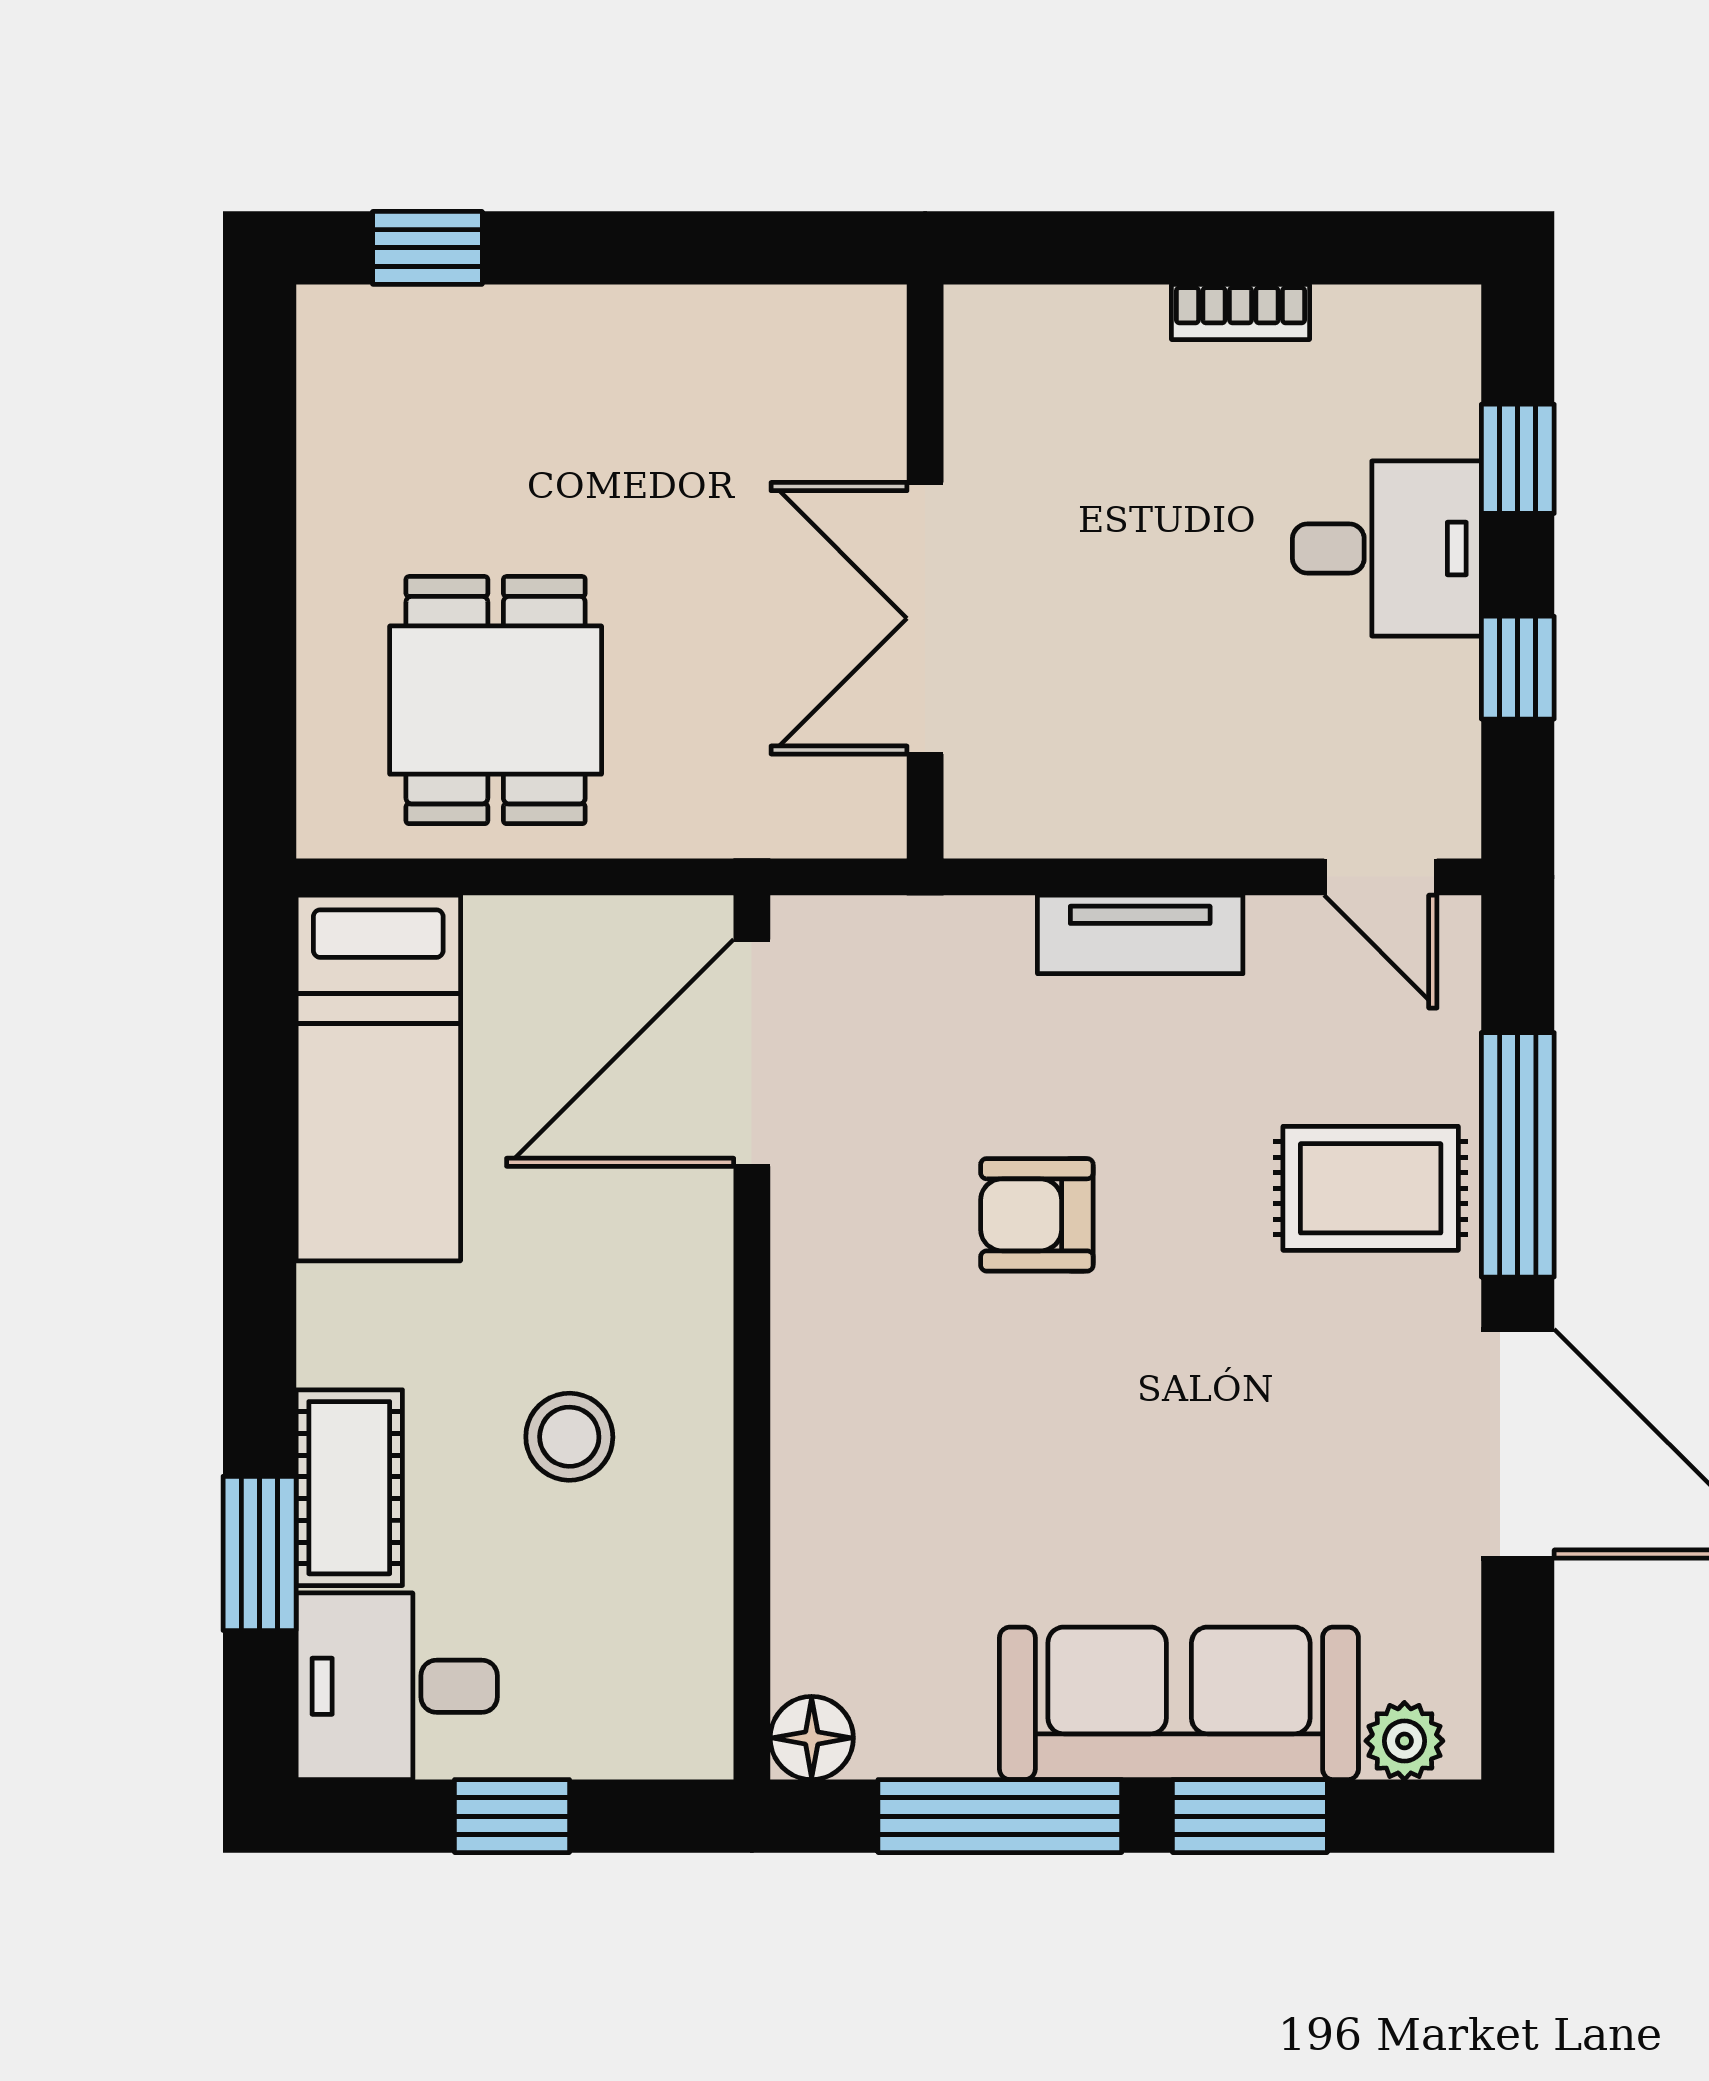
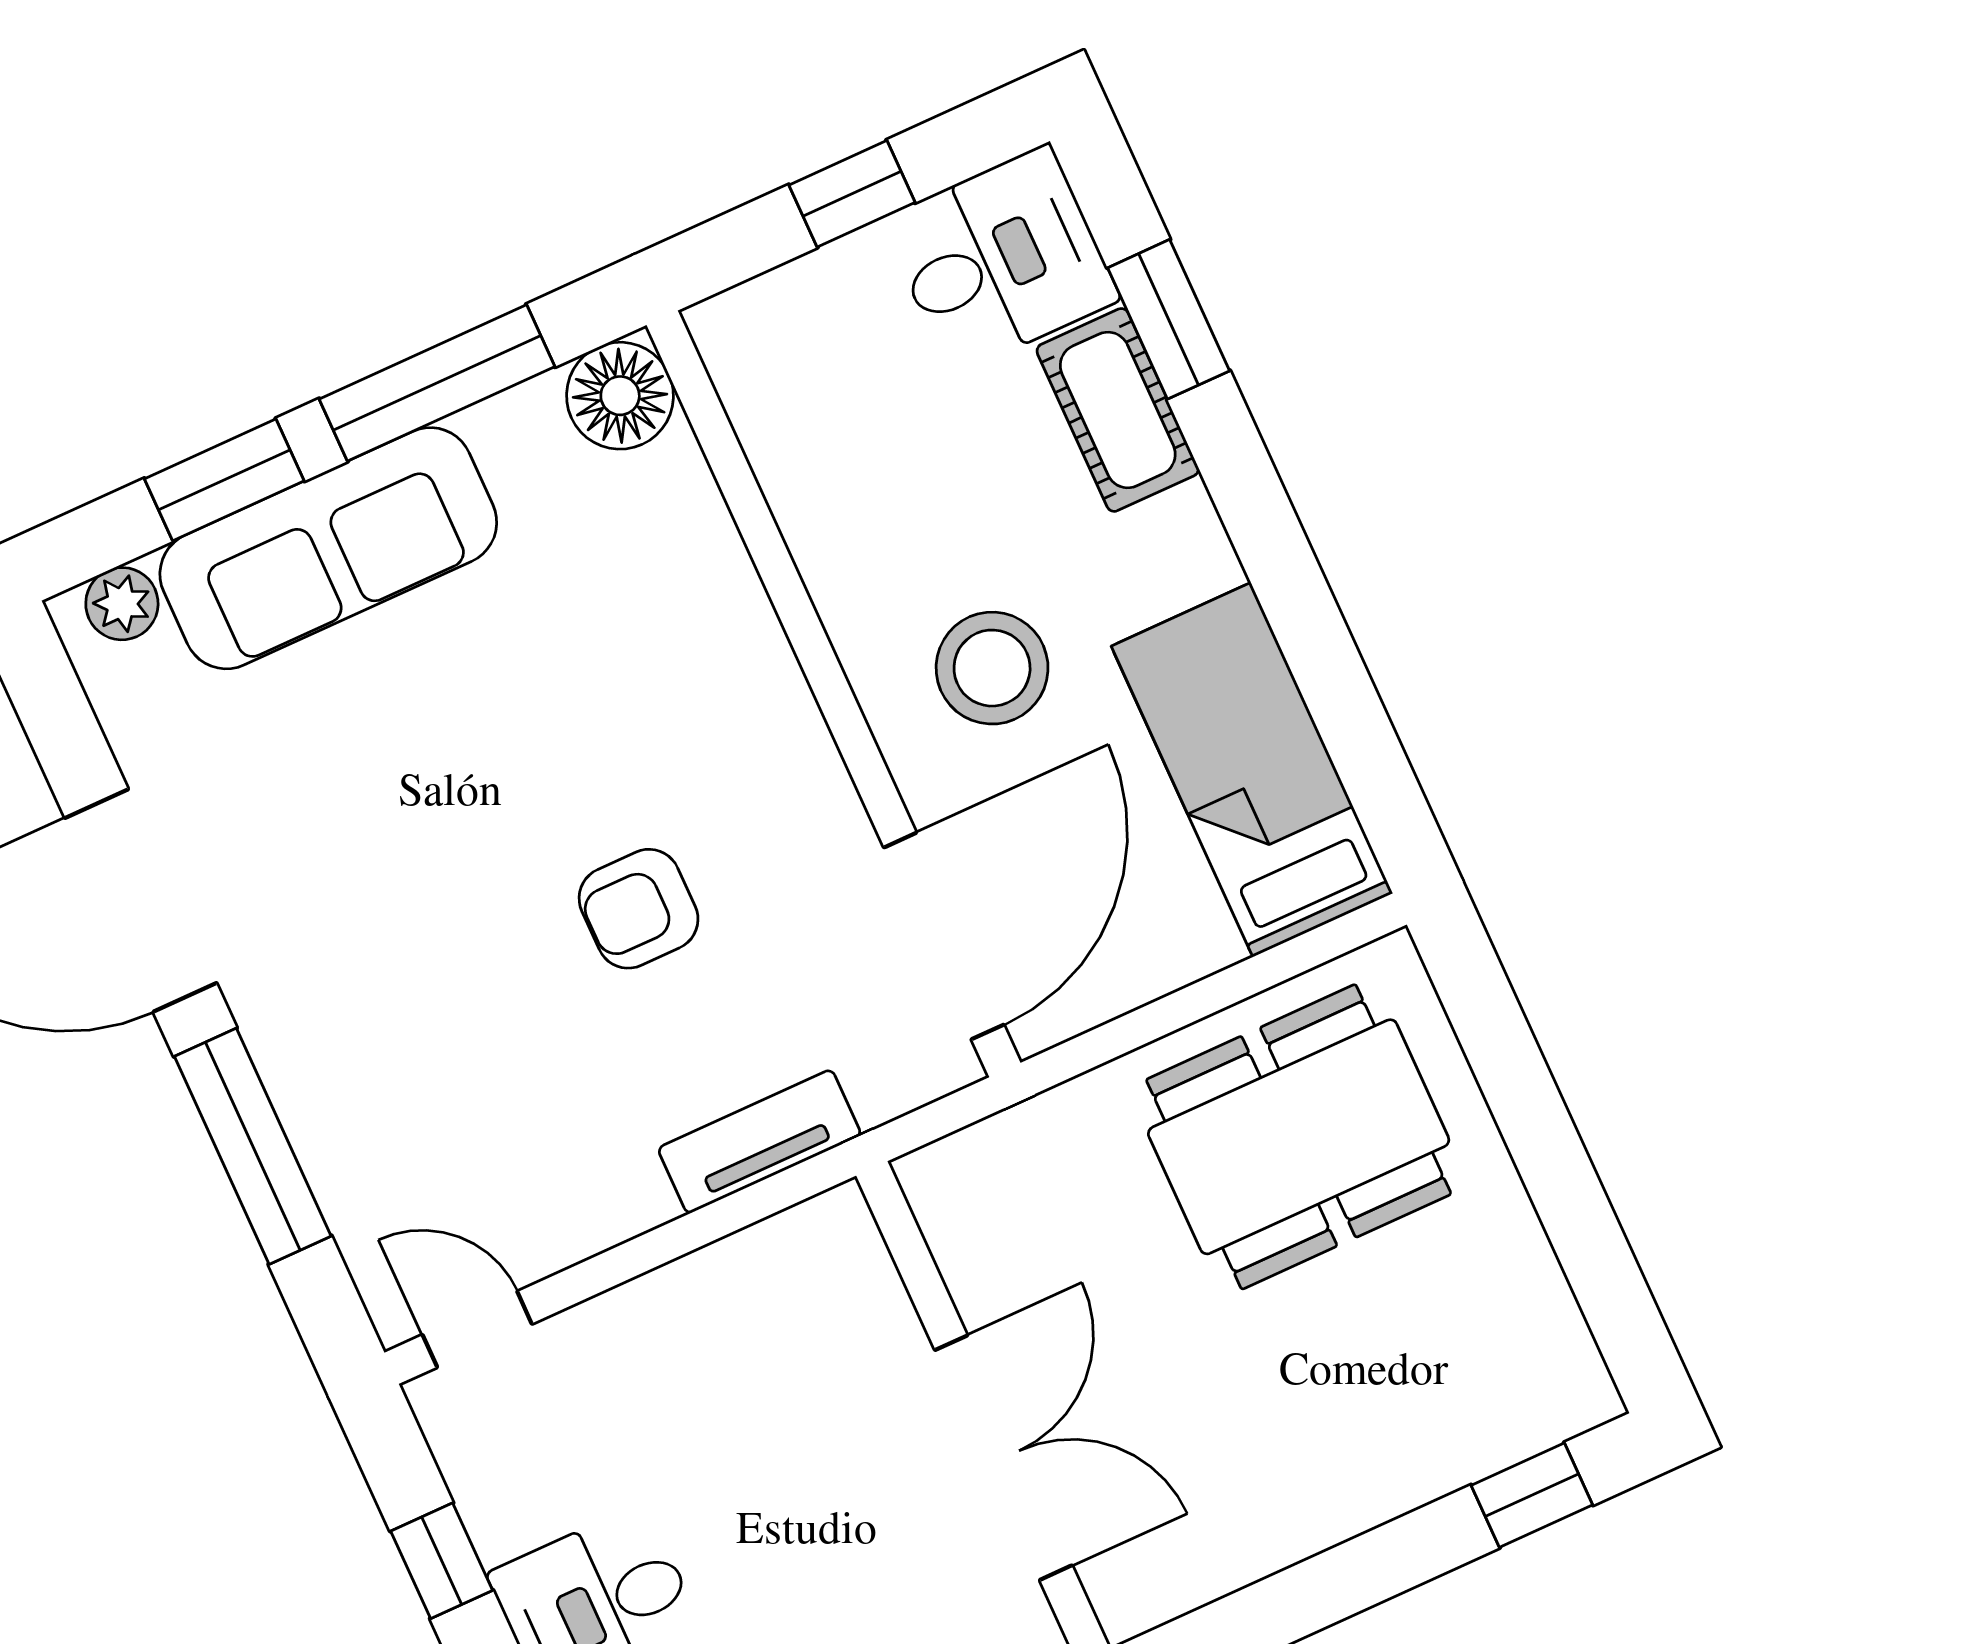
double door: (925, 618) -> (1004, 1458), moved
dining table: (496, 700) -> (1299, 1137), width x1.38
tv unit: (1140, 934) -> (760, 1142), moved
rug: (1371, 1188) -> (365, 1061), removed
armchair: (1037, 1215) -> (639, 909), turned 180
stool: (569, 1437) -> (992, 668), moved, width x1.38, depth x1.38
floor lamp: (812, 1738) -> (620, 396), width x1.38, depth x1.38

